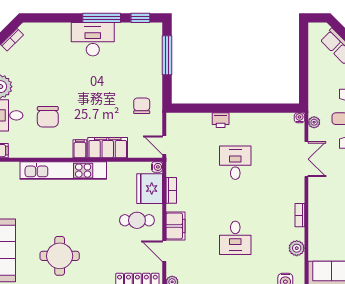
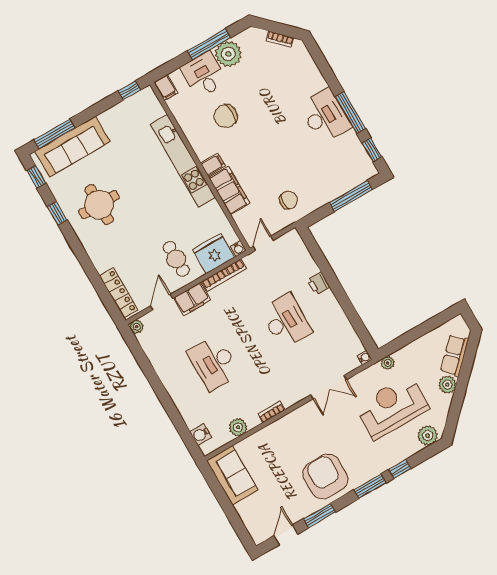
plant: (314, 122) -> (388, 363), moved
desk: (235, 163) -> (286, 321), width x1.37
bookcase: (171, 190) -> (224, 275), width x1.56
desk: (235, 238) -> (214, 363), width x1.37

